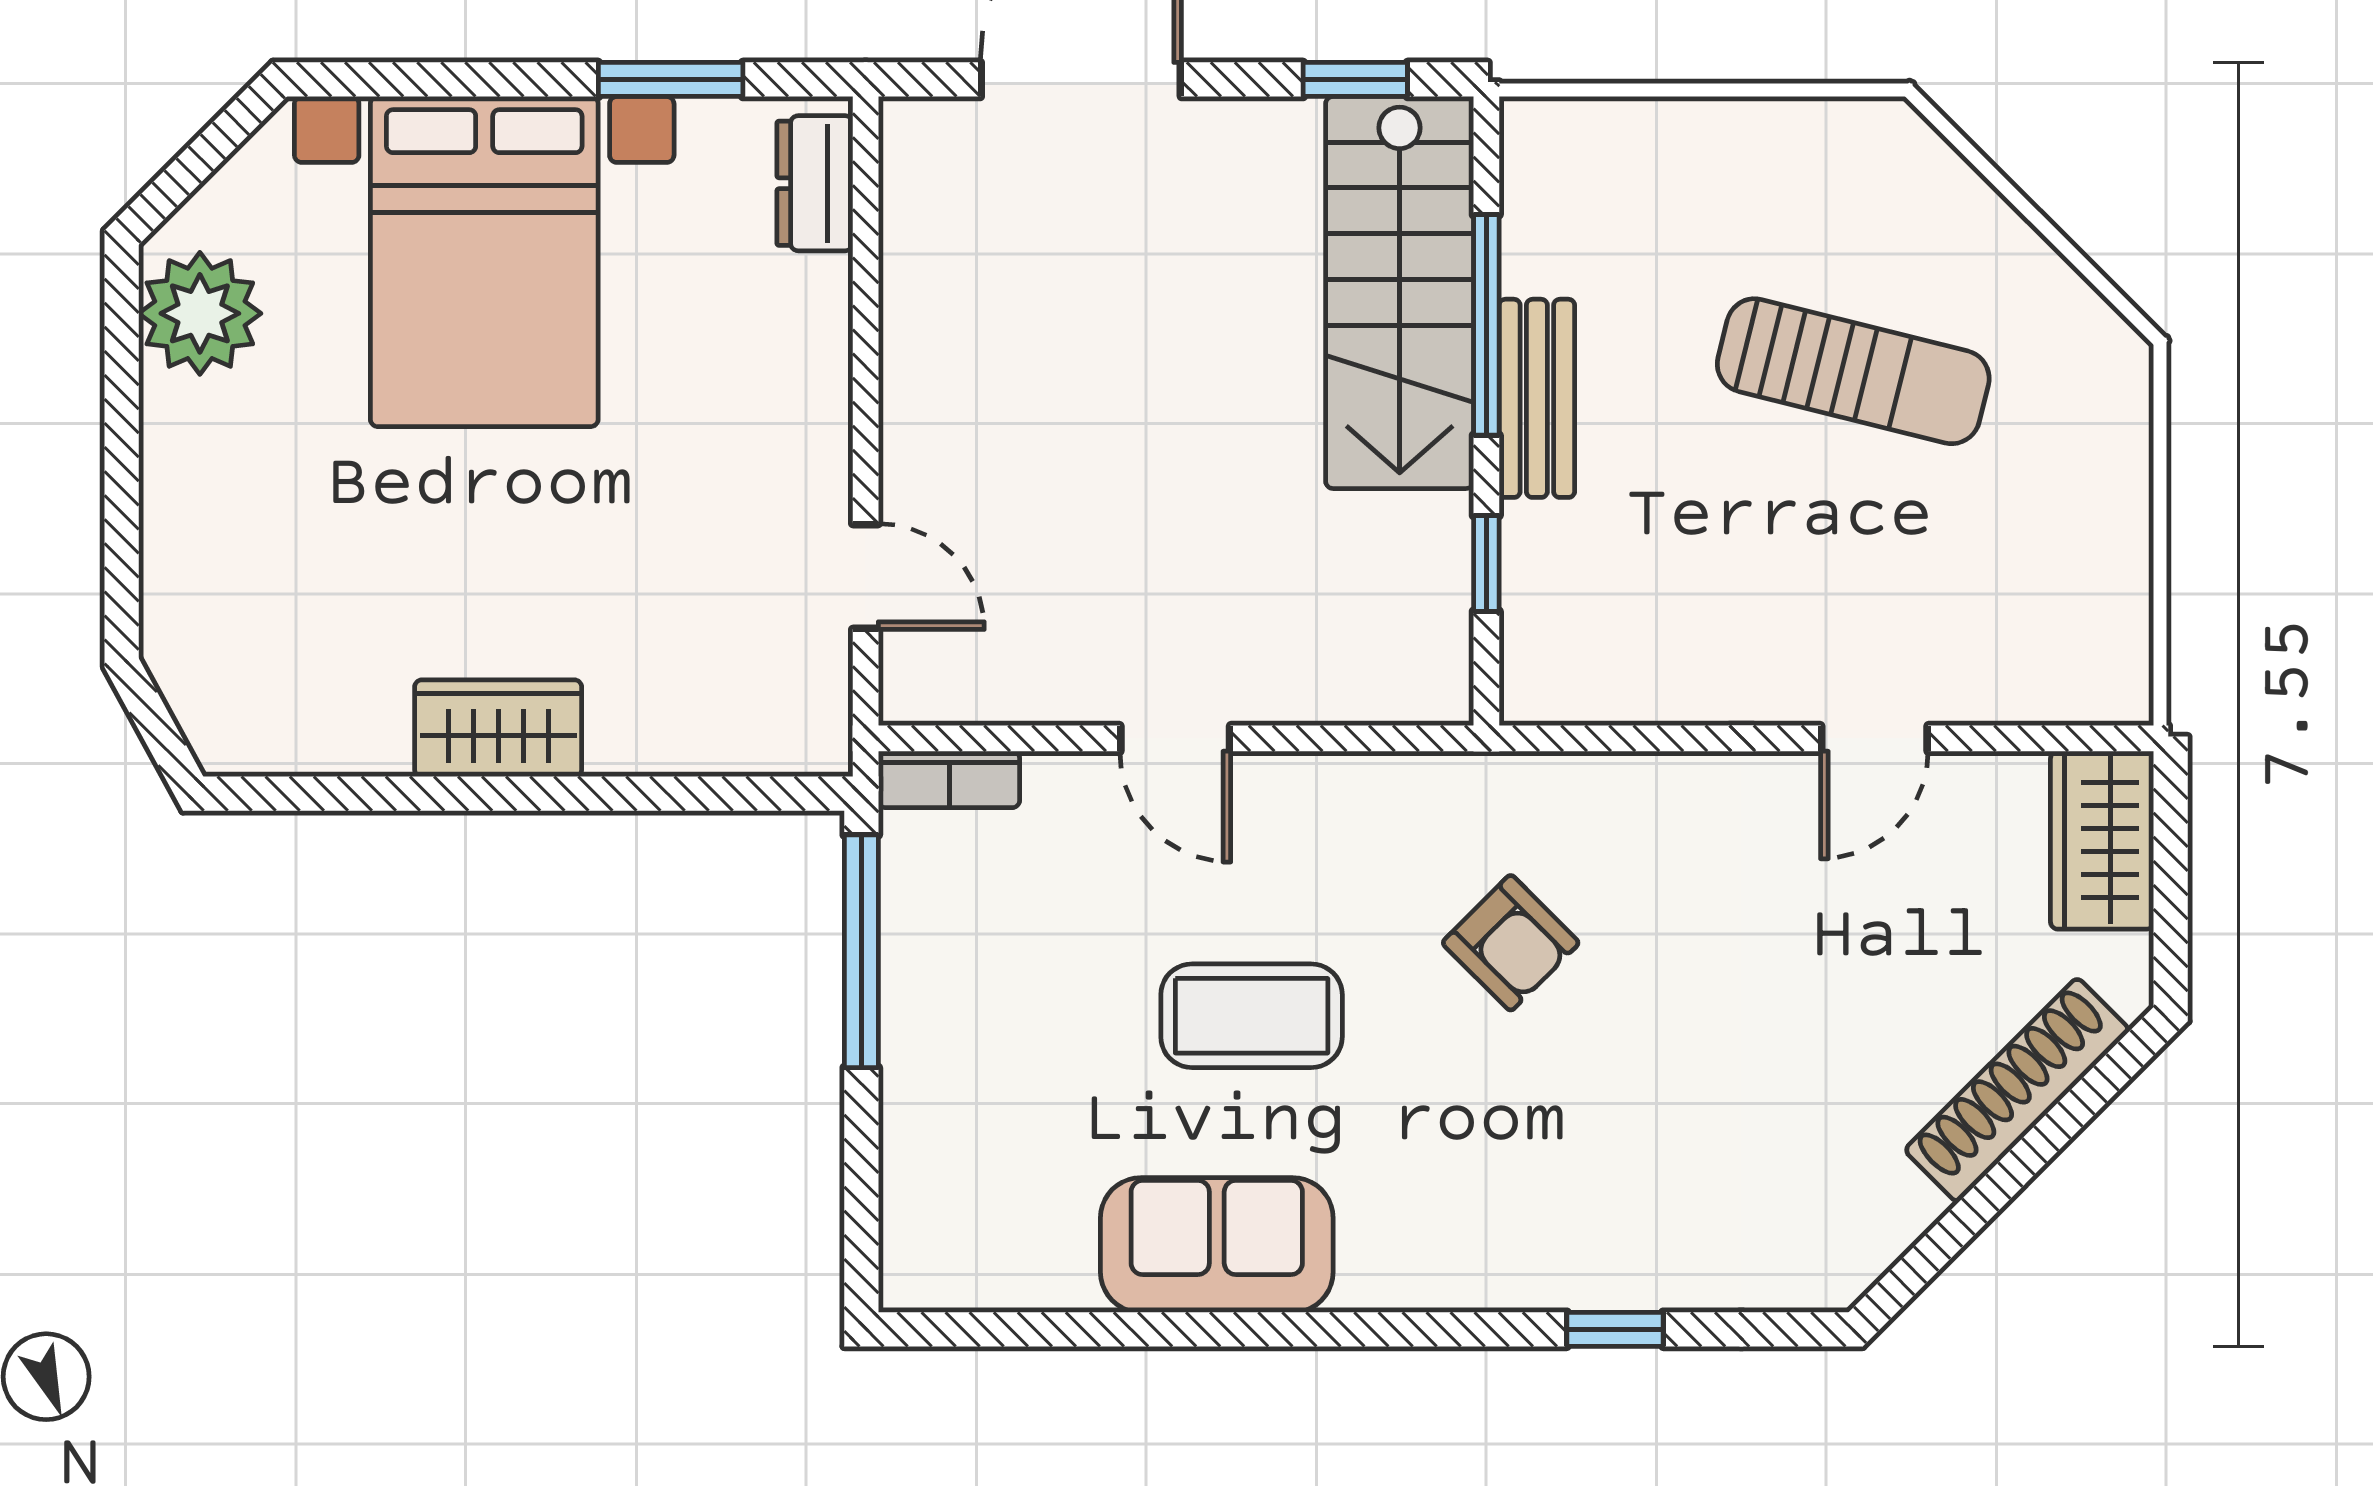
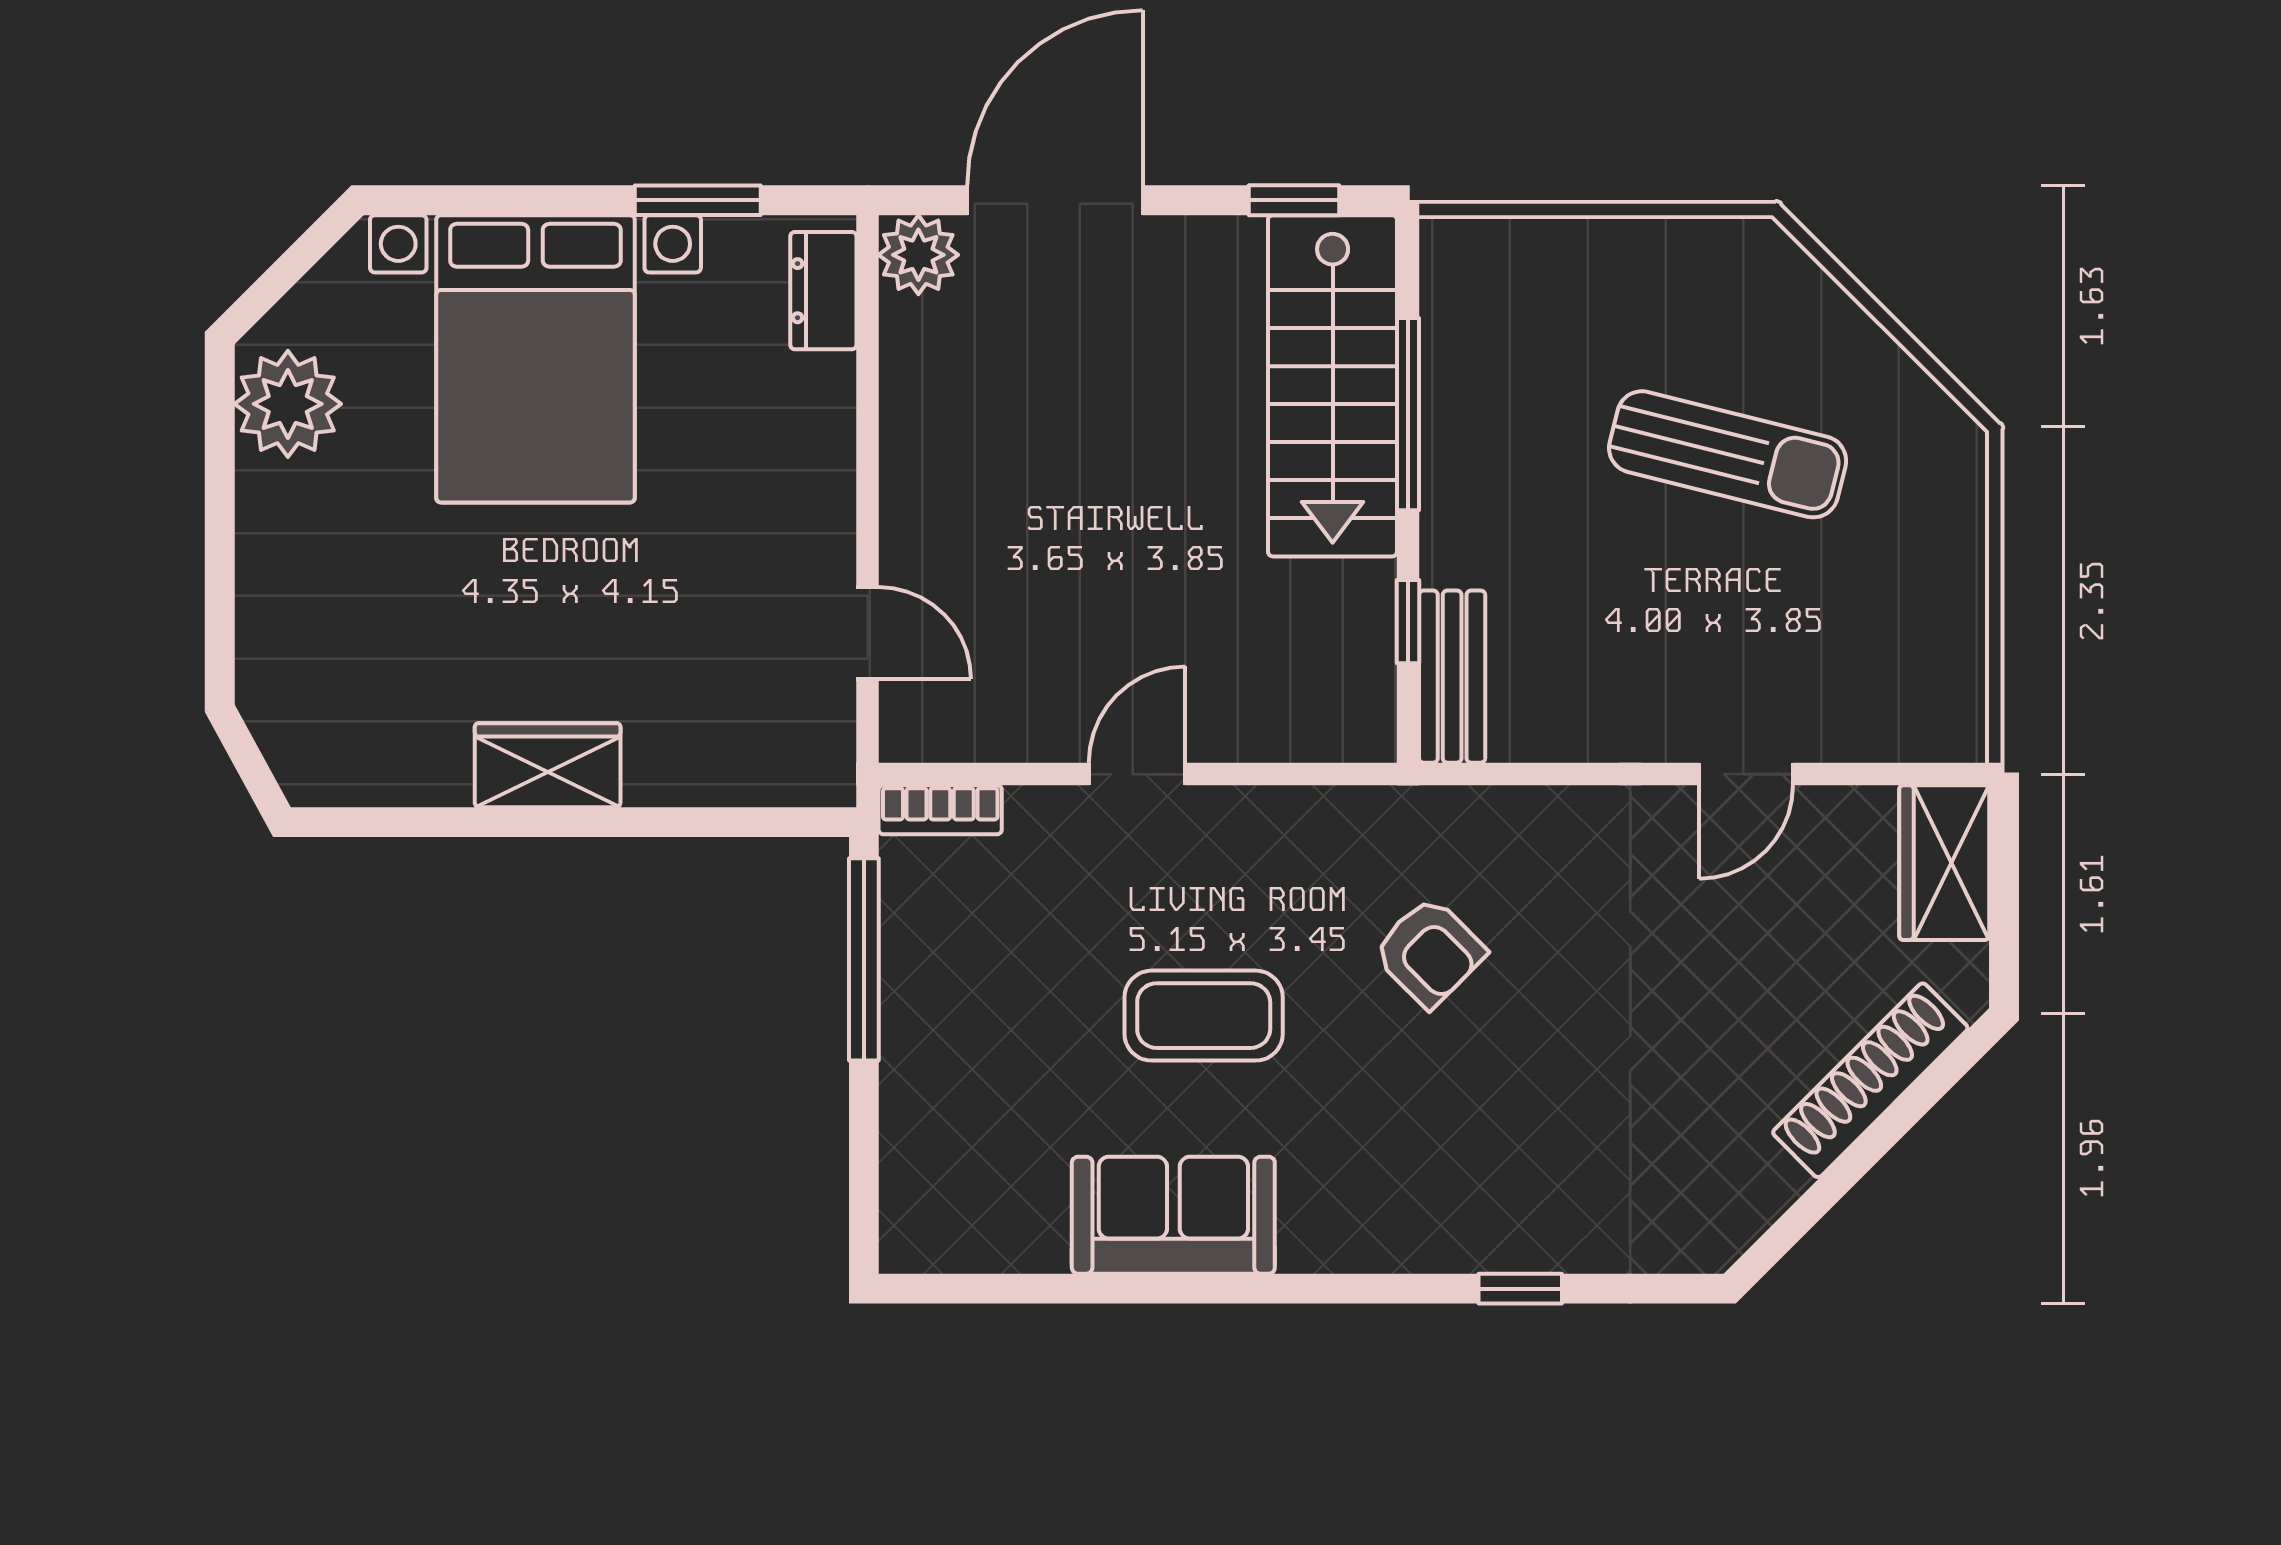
plant: (924, 142) -> (918, 255), added
bench: (1537, 398) -> (1452, 677), moved
door: (1175, 738) -> (1137, 774), swing flipped

